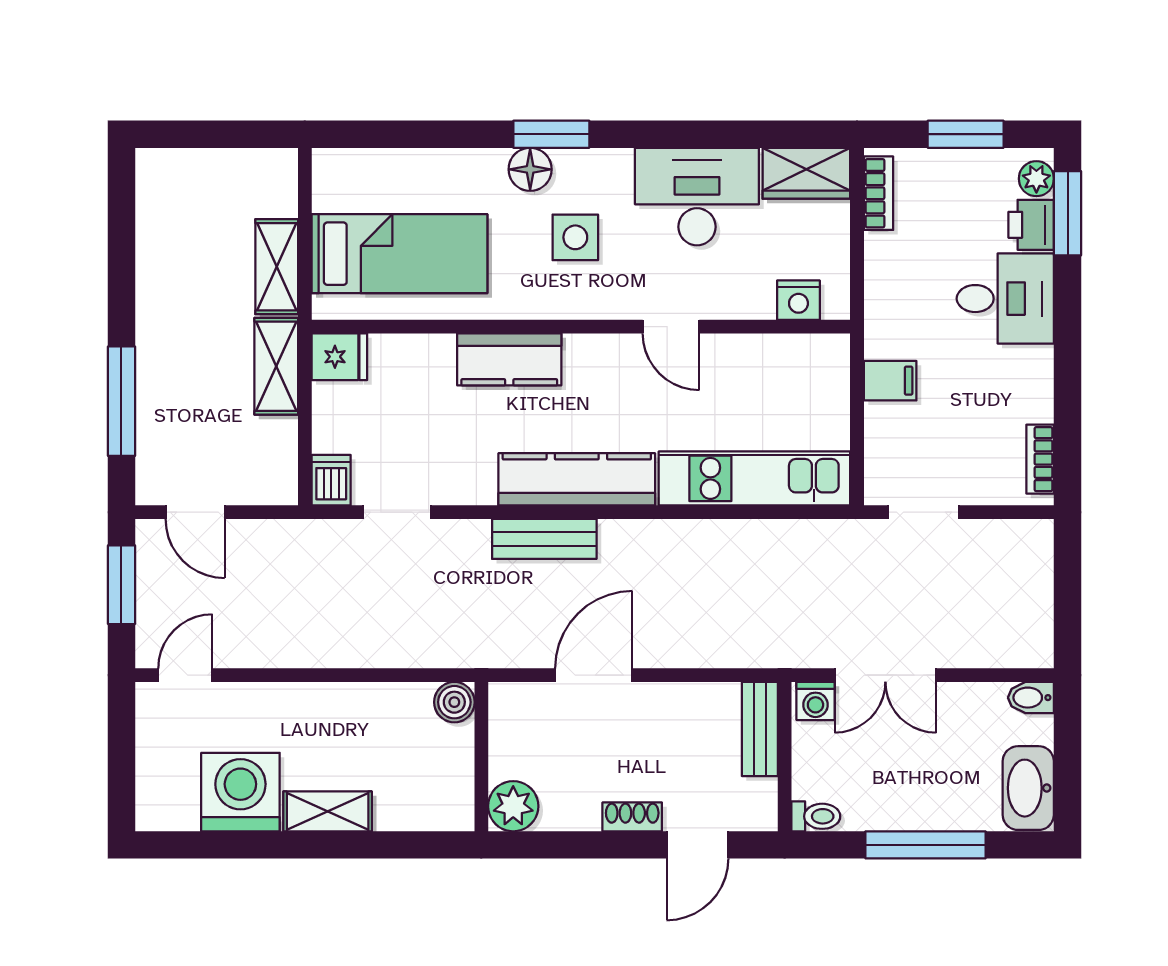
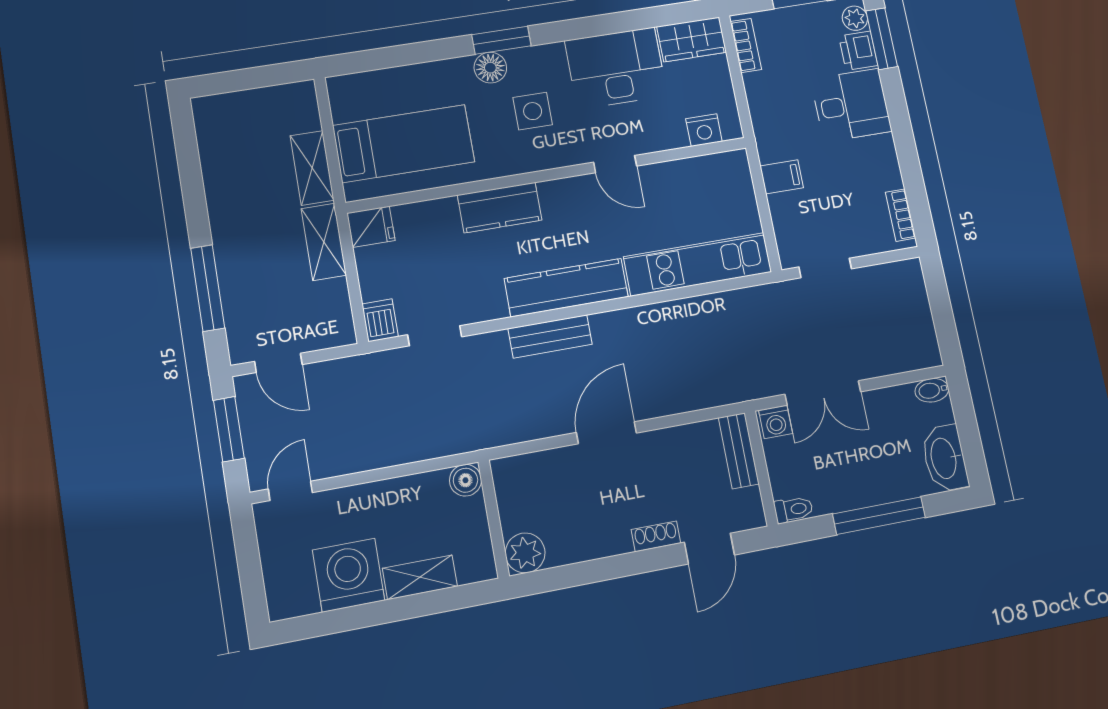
boiler: (454, 702) -> (465, 480), moved
wall: (481, 757) -> (494, 519), moved
plant: (513, 806) -> (525, 553), moved

